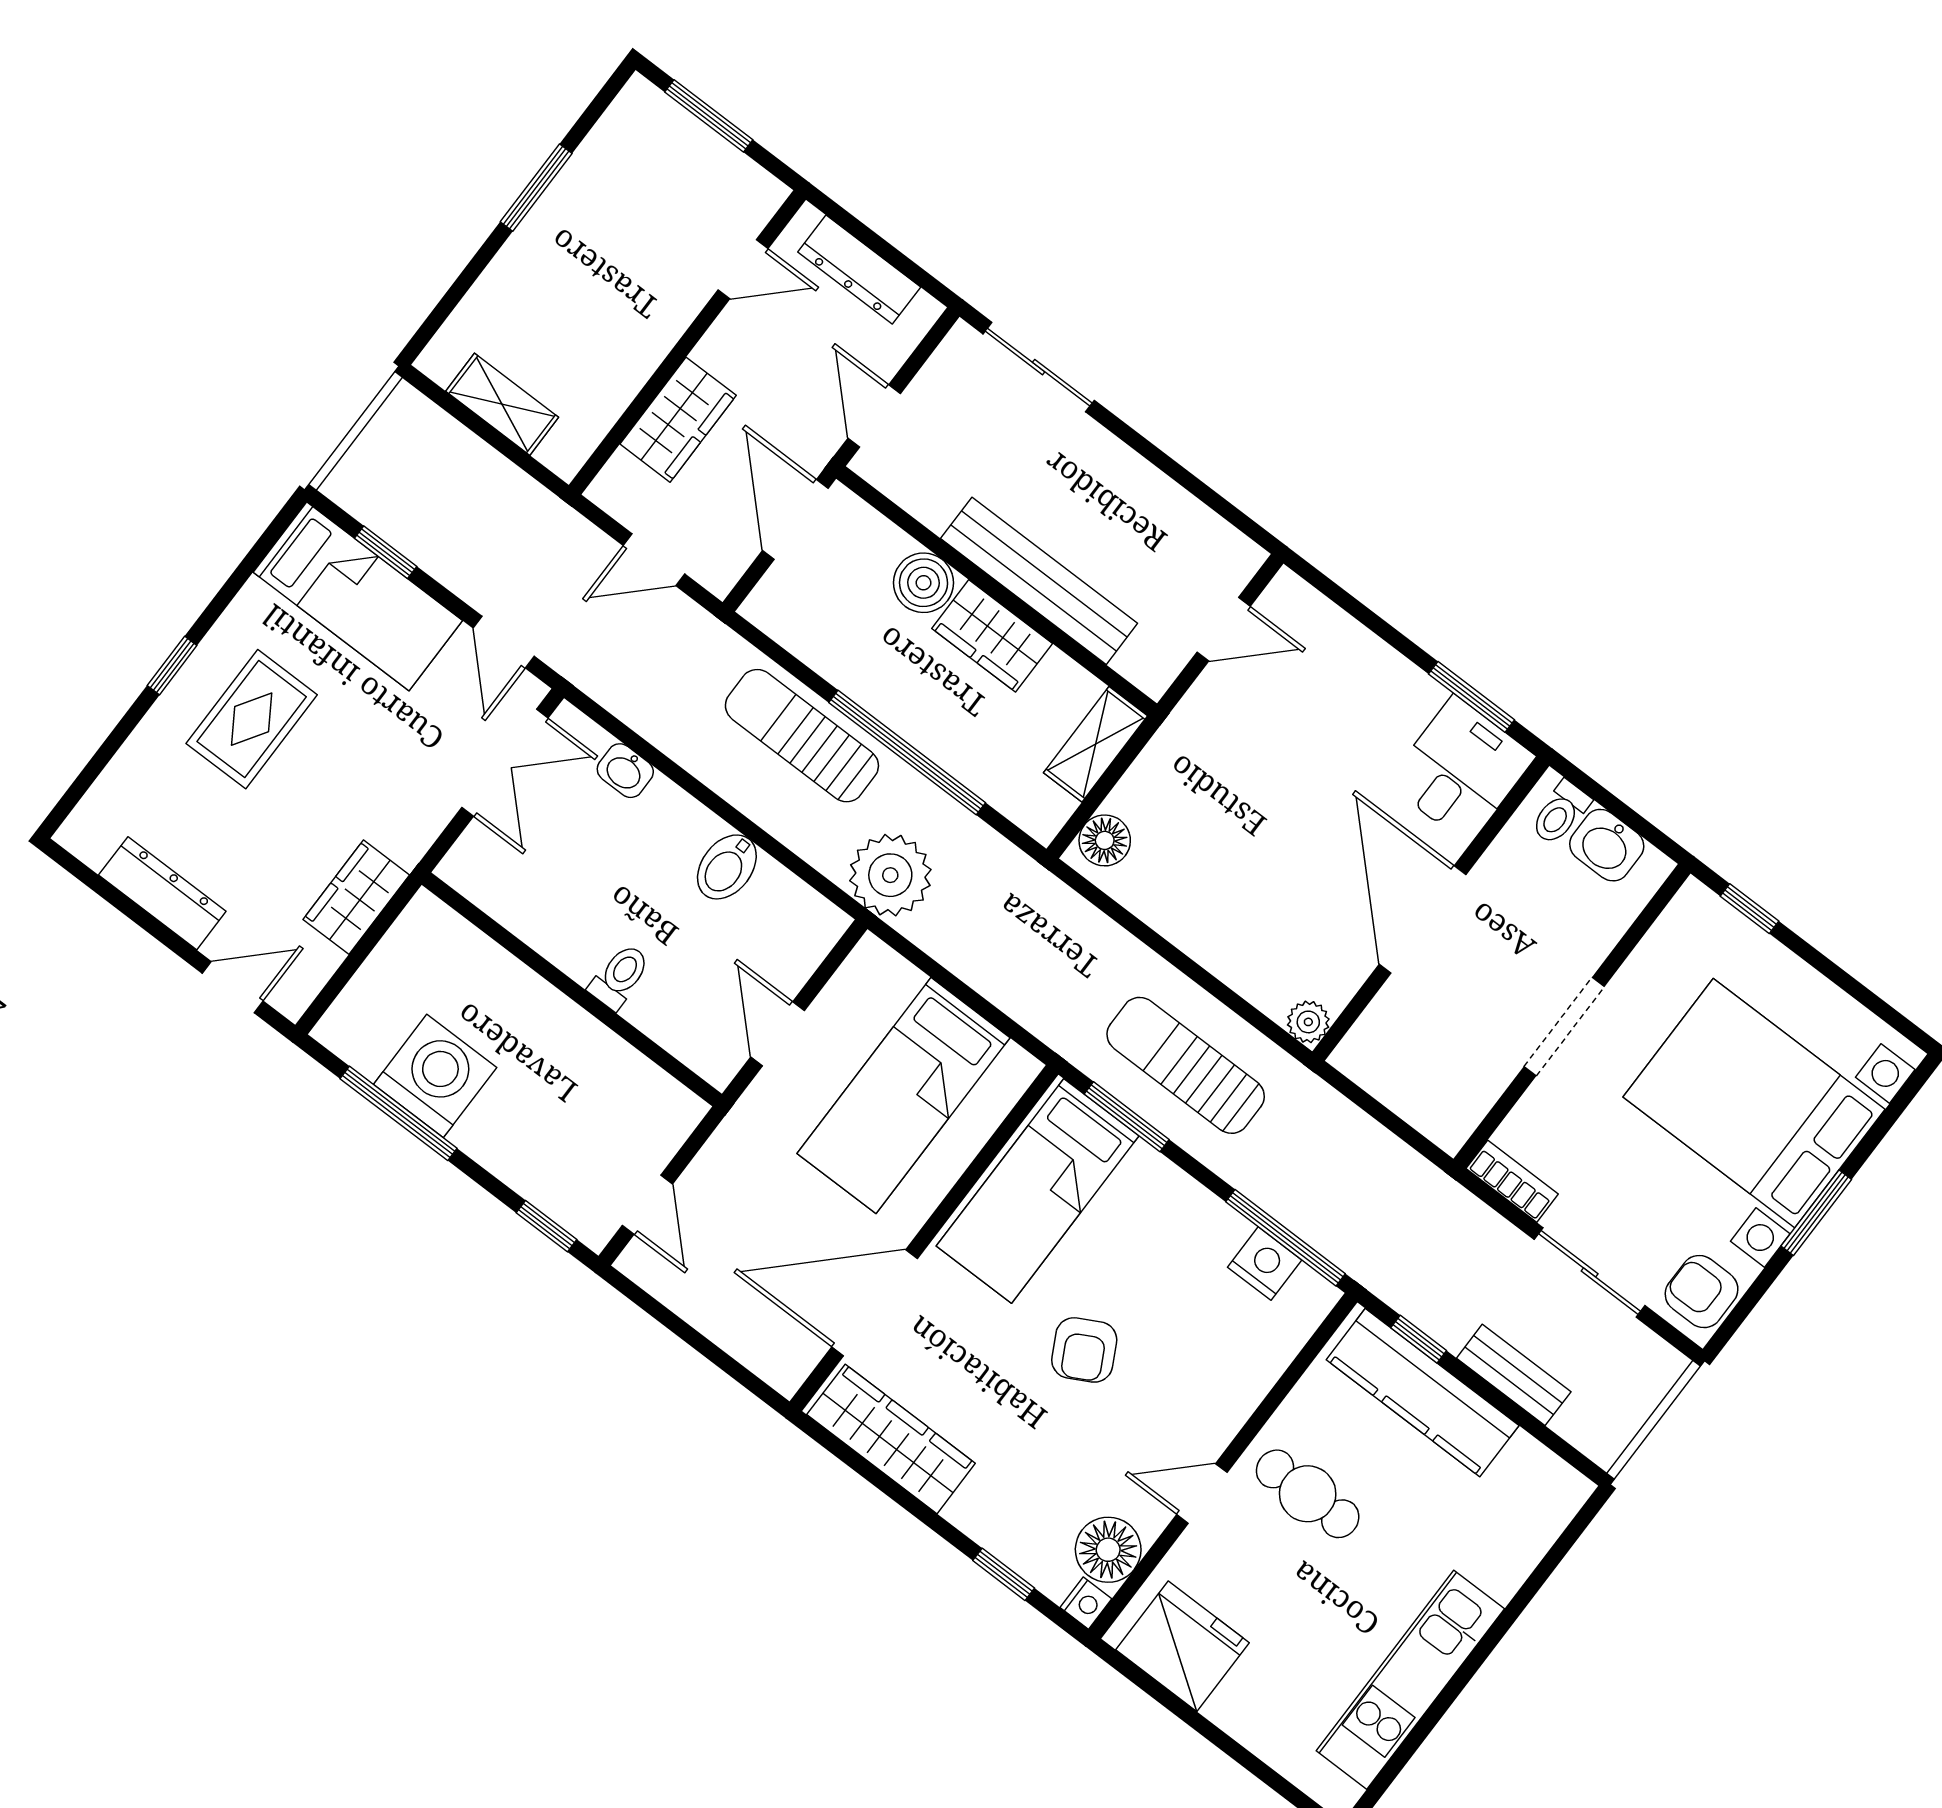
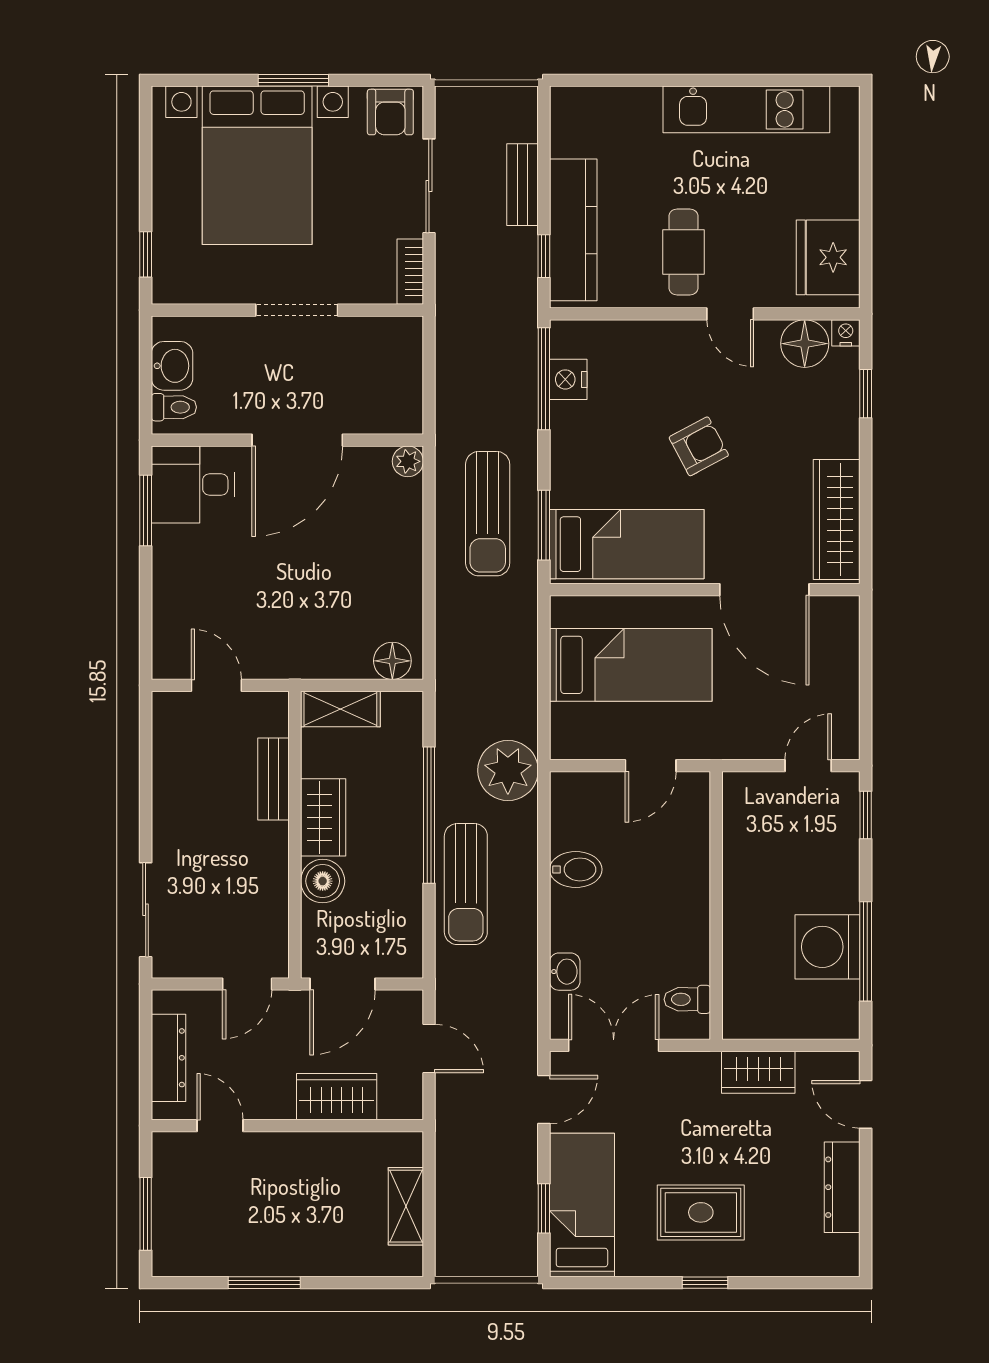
bench: (1039, 581) -> (274, 779), width x0.54, depth x0.82
toilet: (620, 976) -> (687, 999), moved

